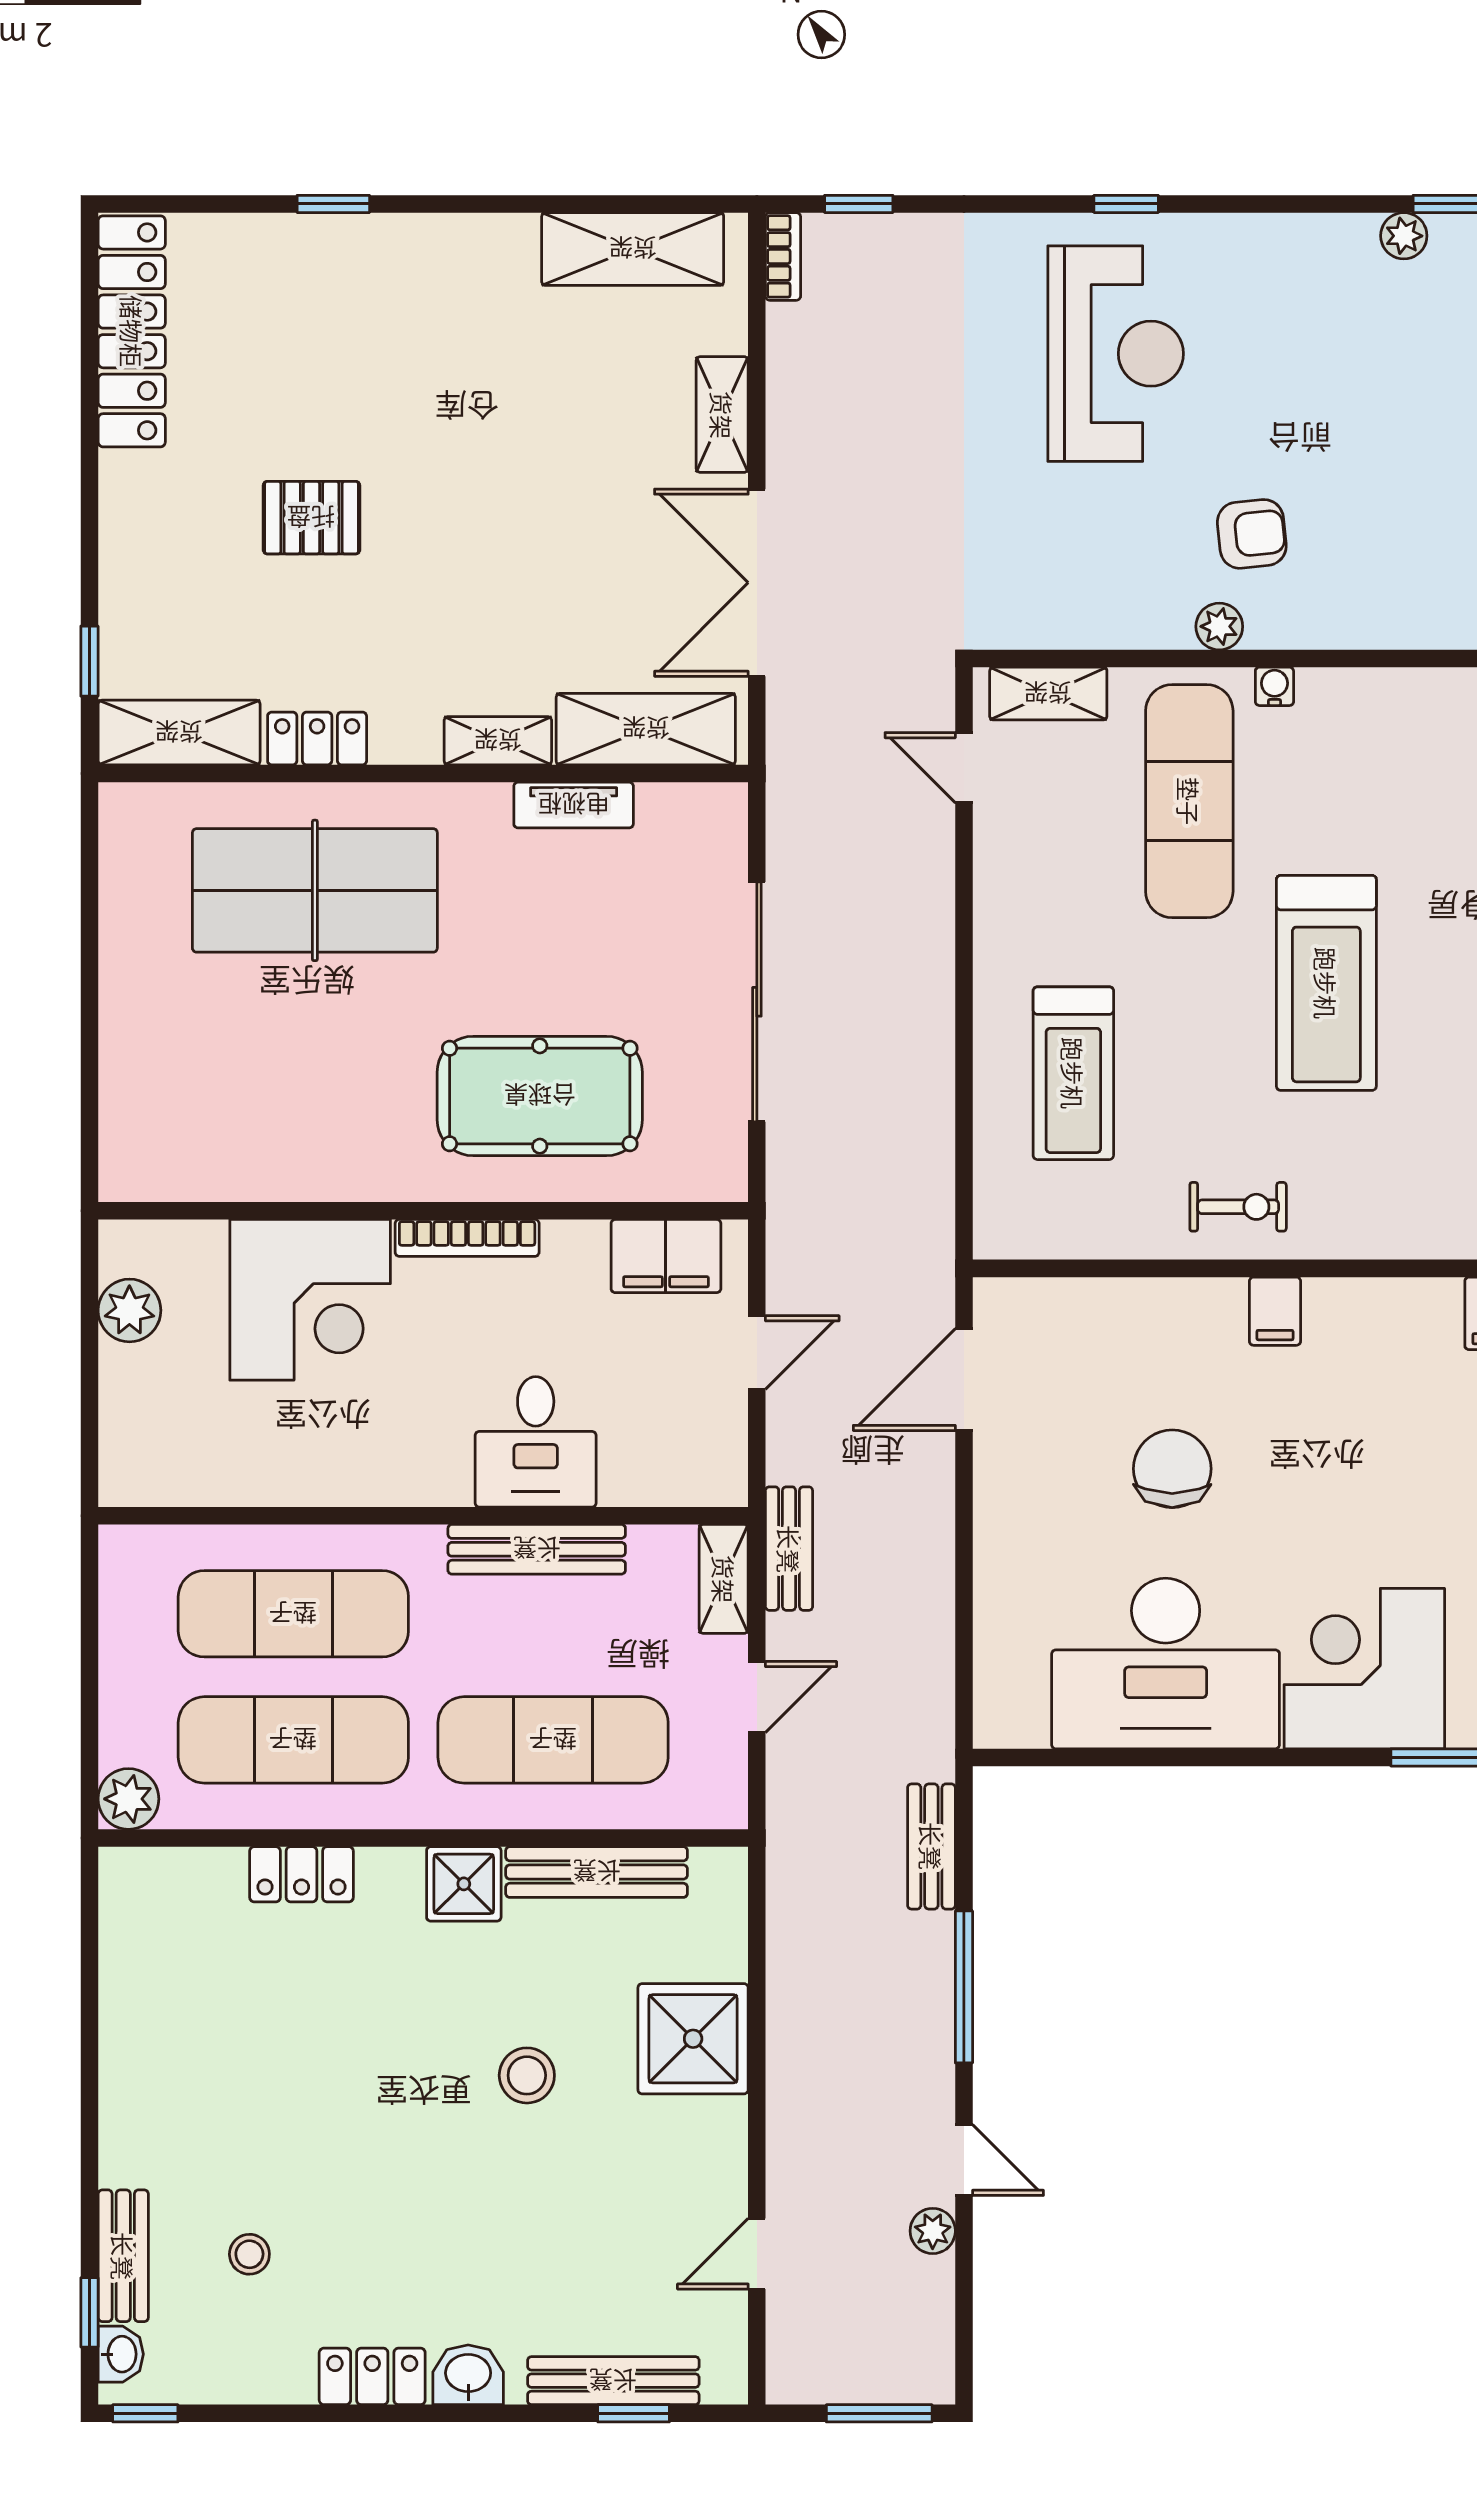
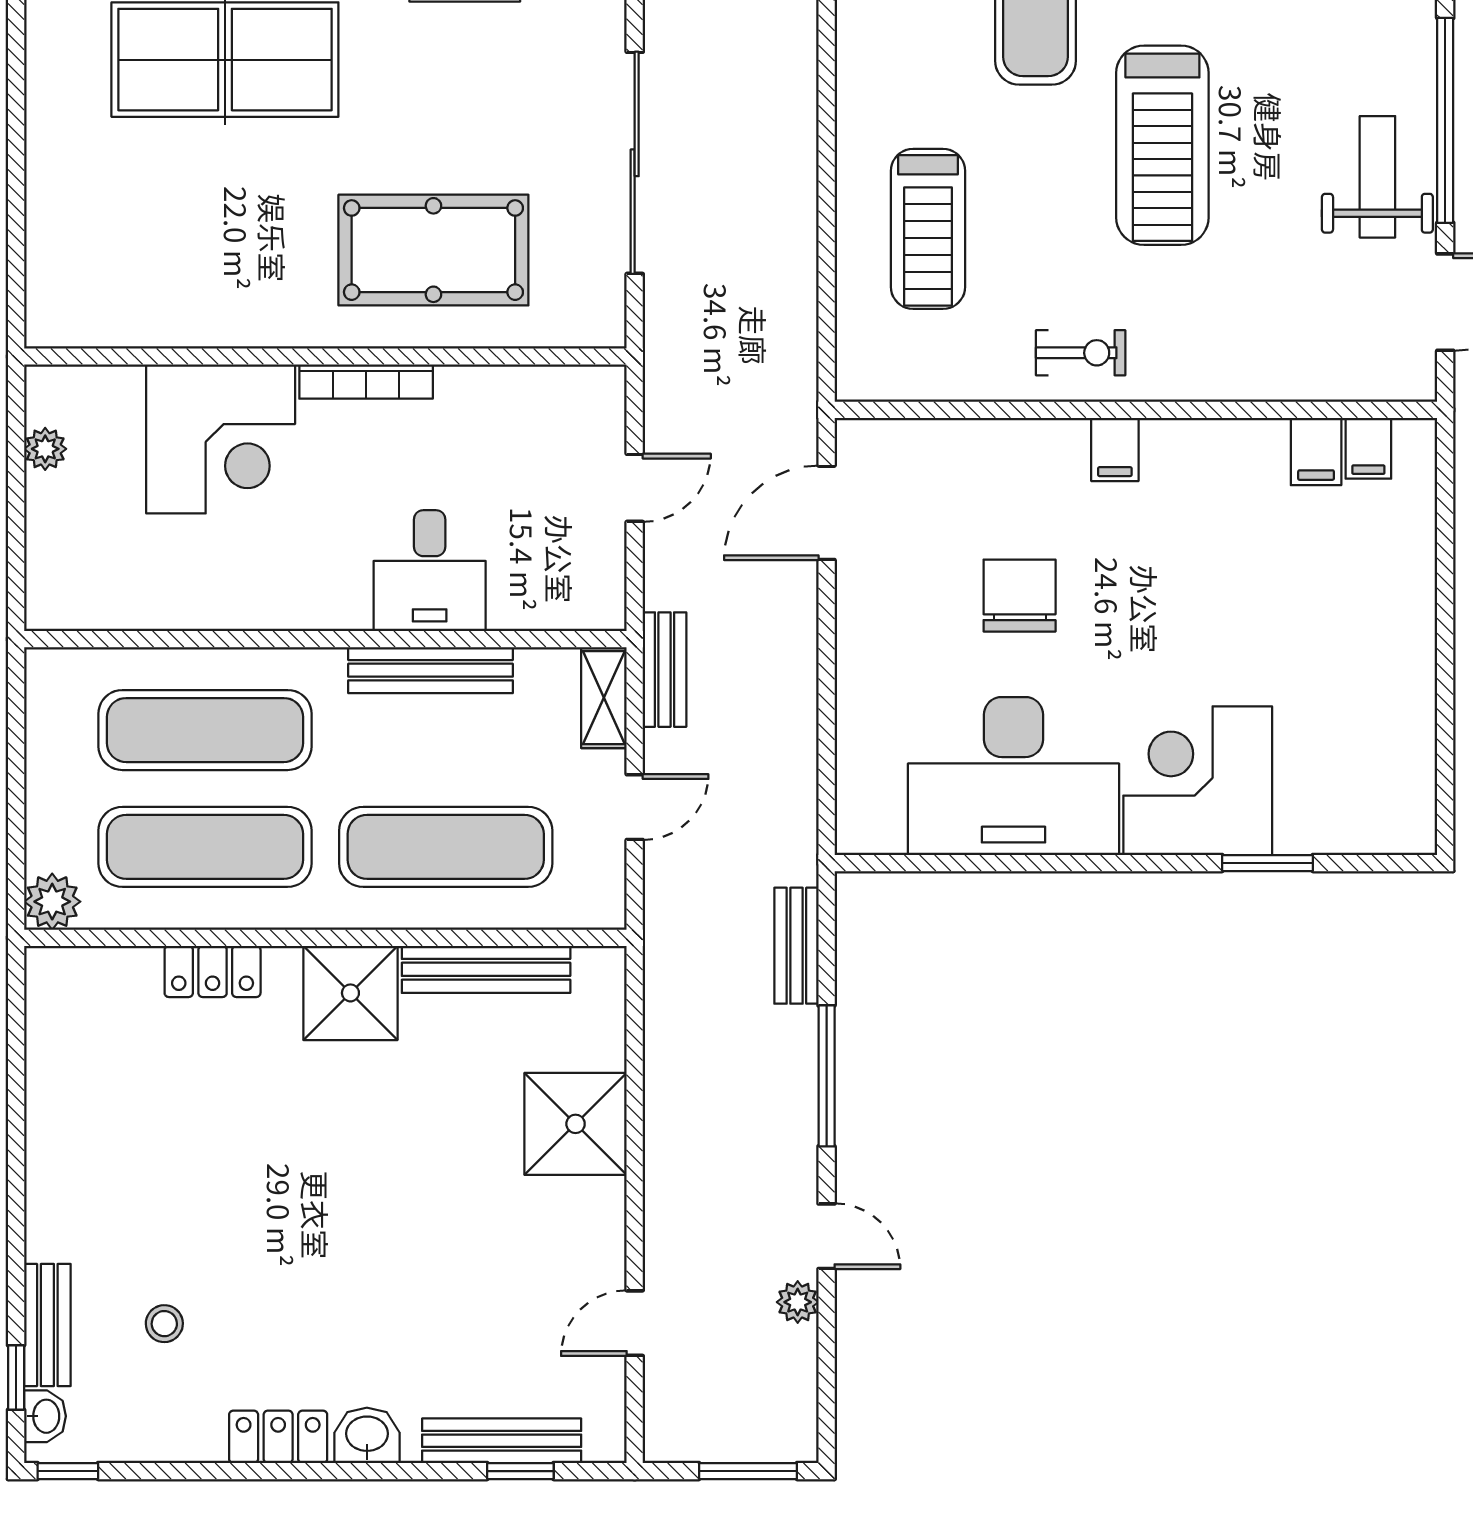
filing cabinet: (666, 1256) -> (550, 398), removed
plant: (129, 1310) -> (45, 449), width x0.73, depth x0.73
shower: (464, 1884) -> (350, 993), width x1.36, depth x1.36
stool: (527, 2075) -> (421, 1158), removed

